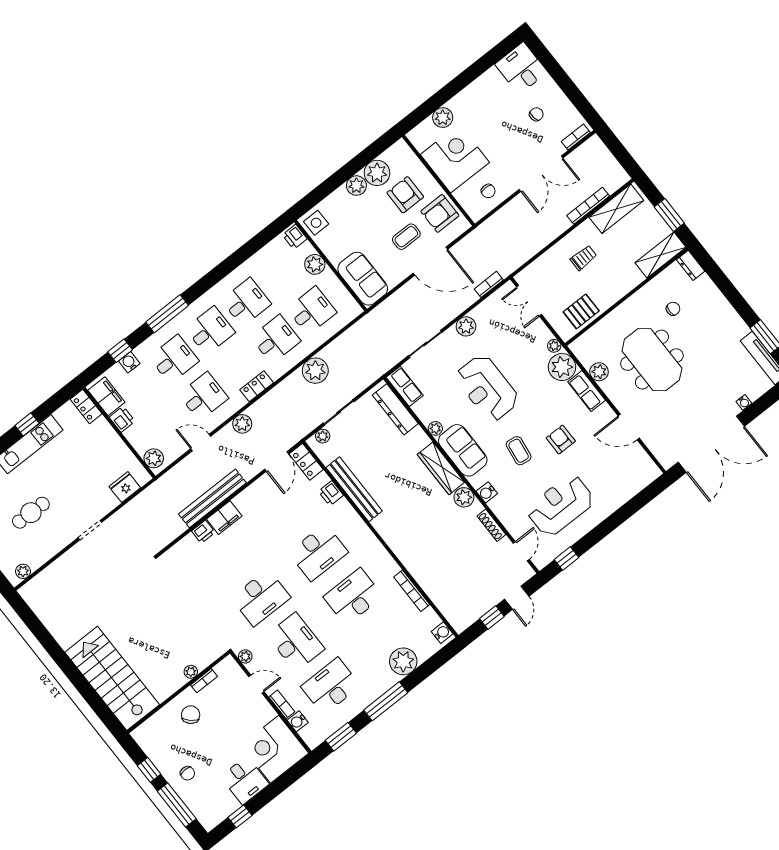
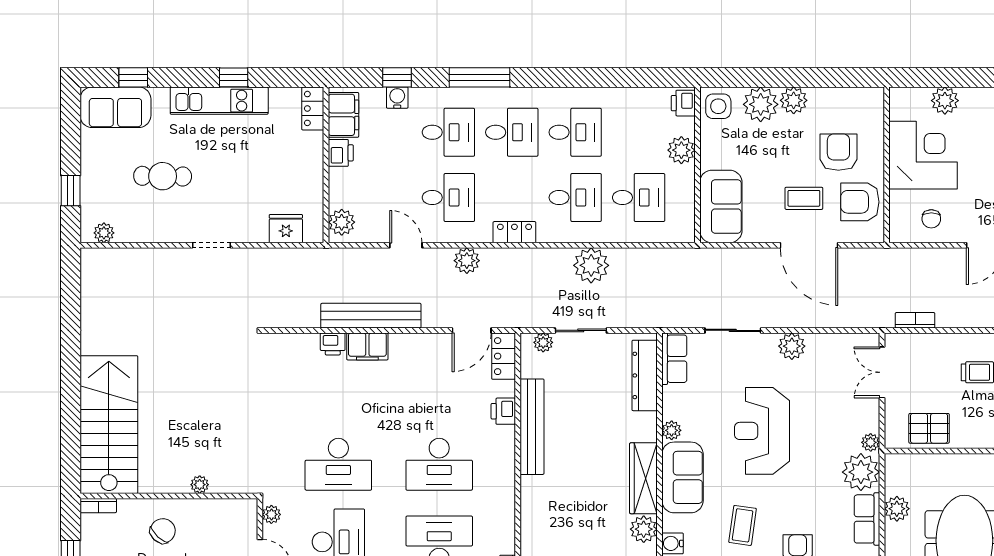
plant: (377, 173) -> (761, 104), moved
bookcase: (489, 284) -> (915, 320), moved
bookcase: (204, 681) -> (98, 506), moved

